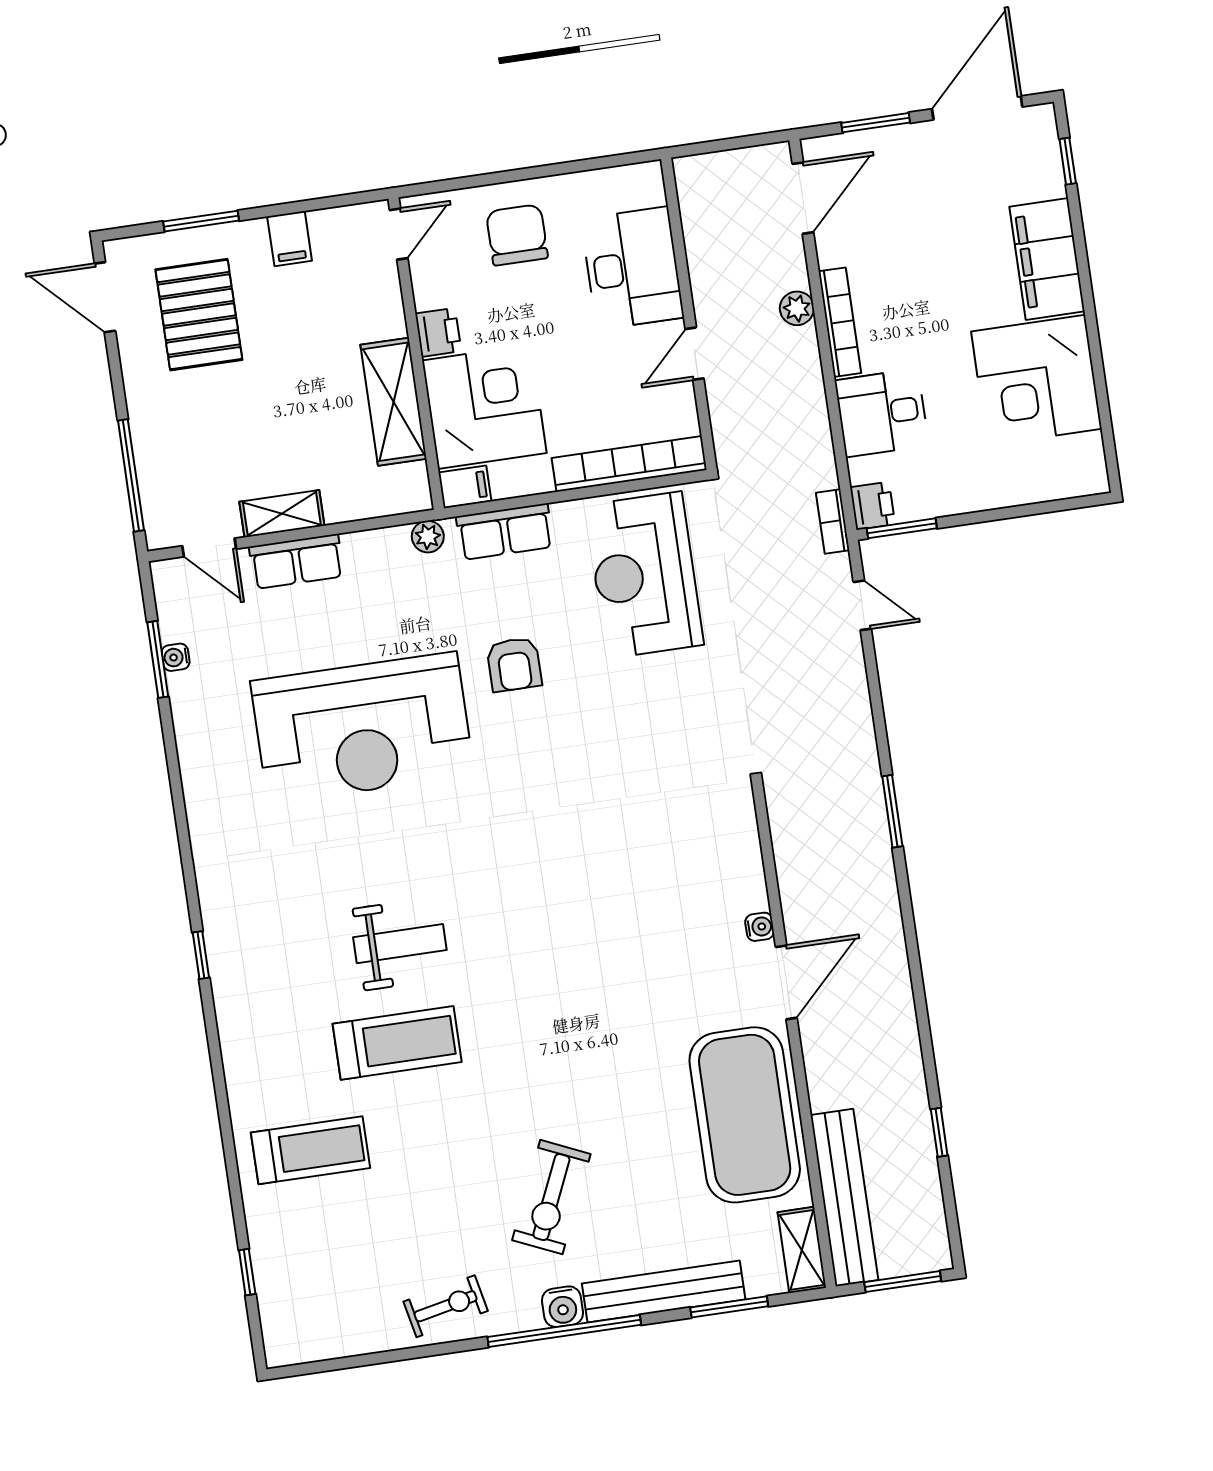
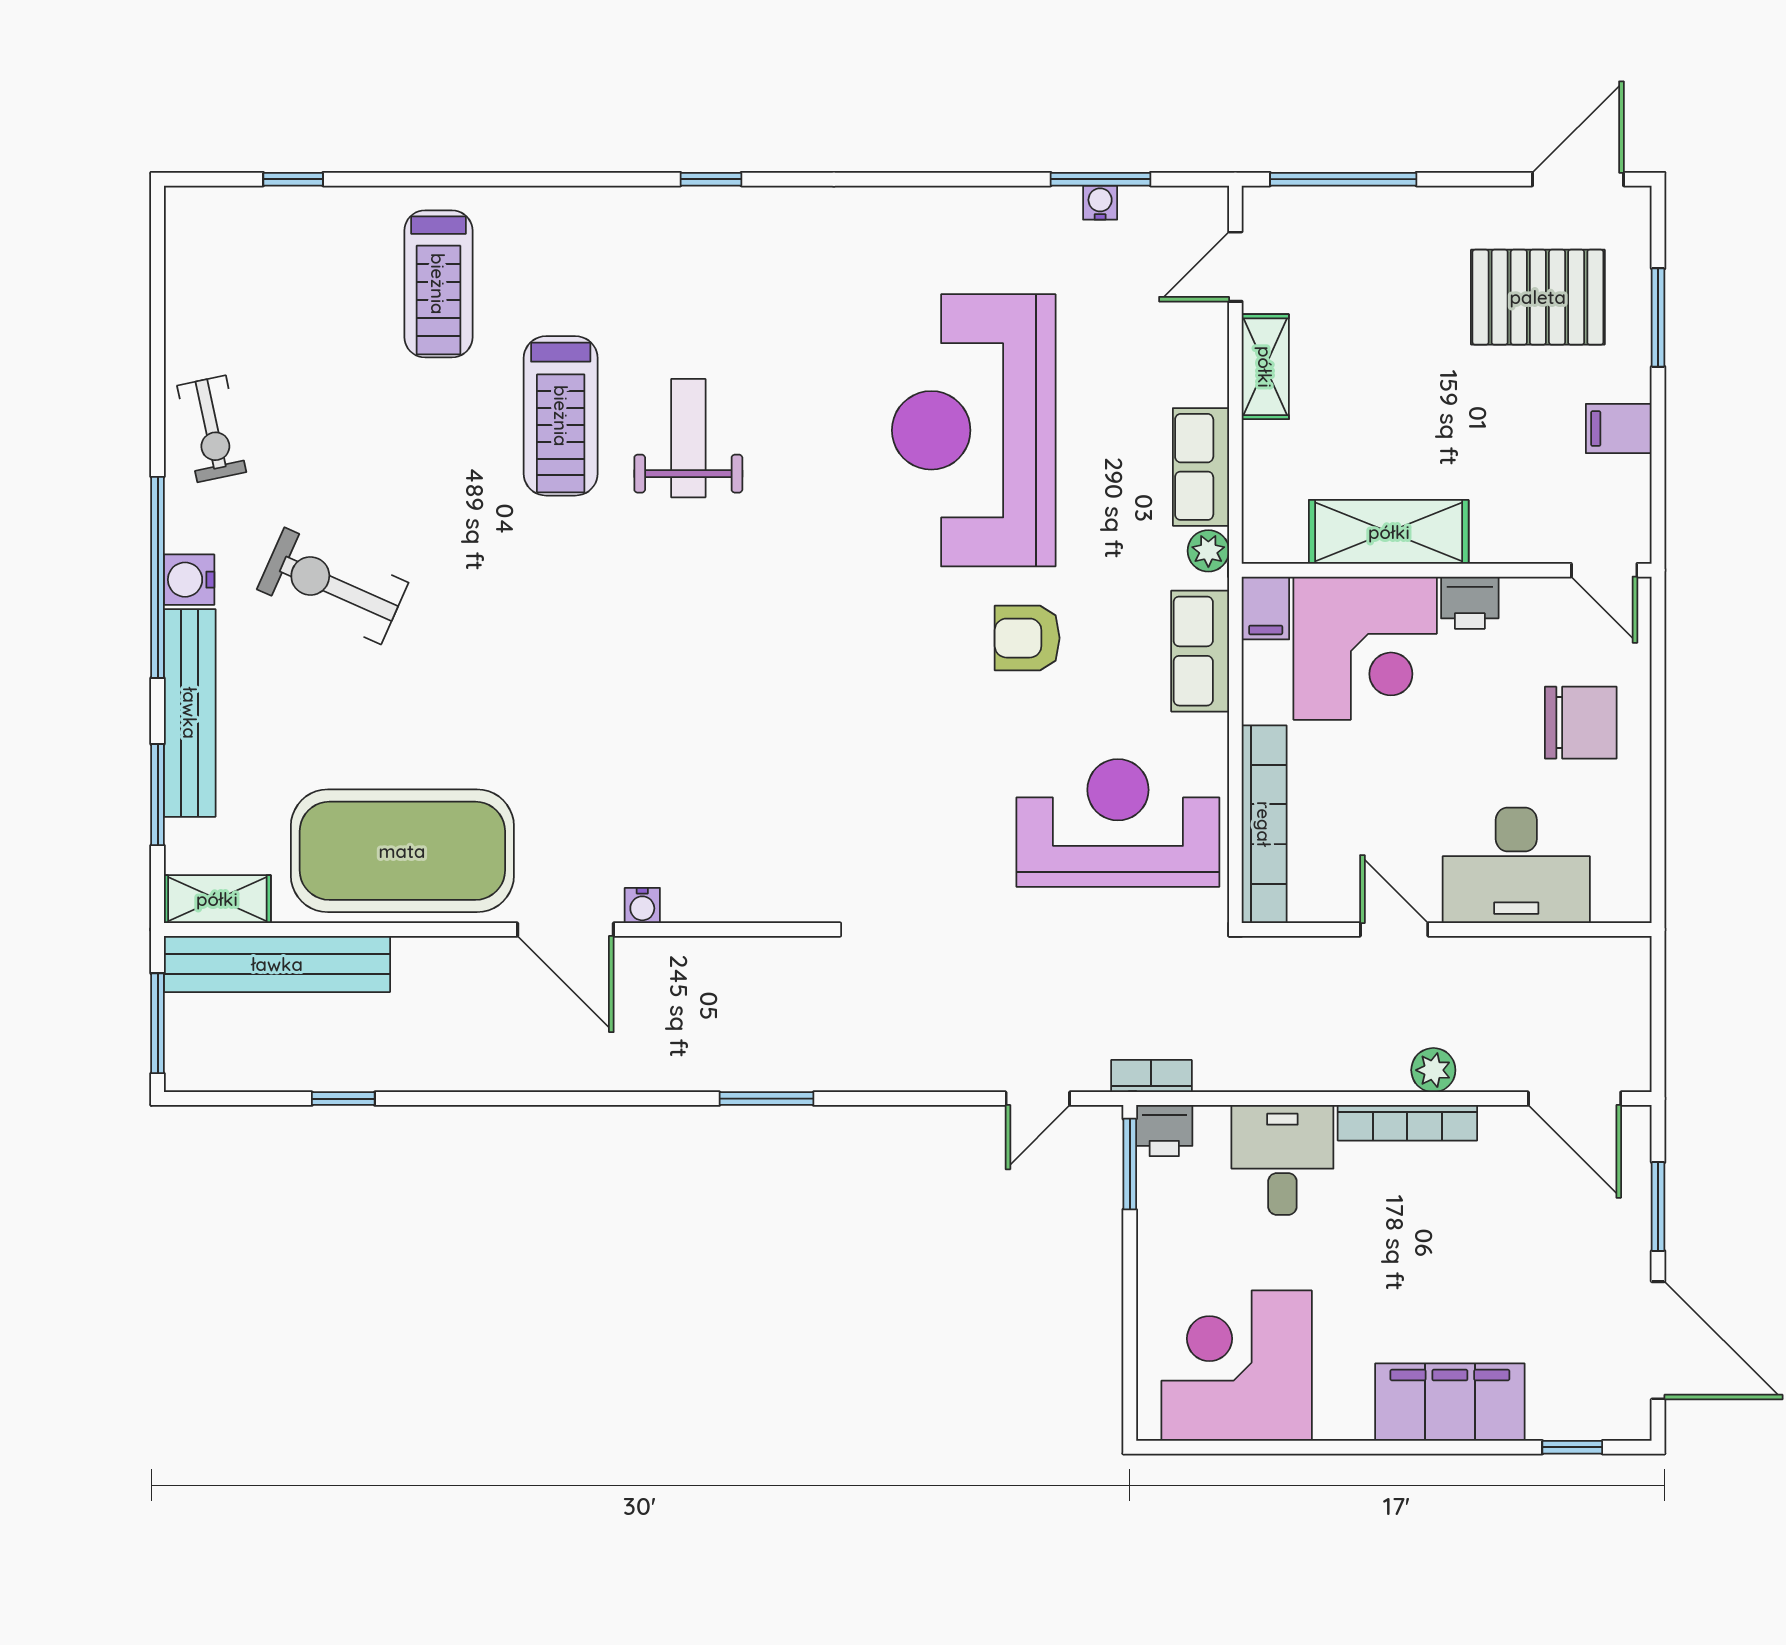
corner desk: (1036, 380) -> (1237, 1366), moved
row of seats: (296, 561) -> (1201, 467), moved
weight bench: (400, 944) -> (688, 438), turned 180

